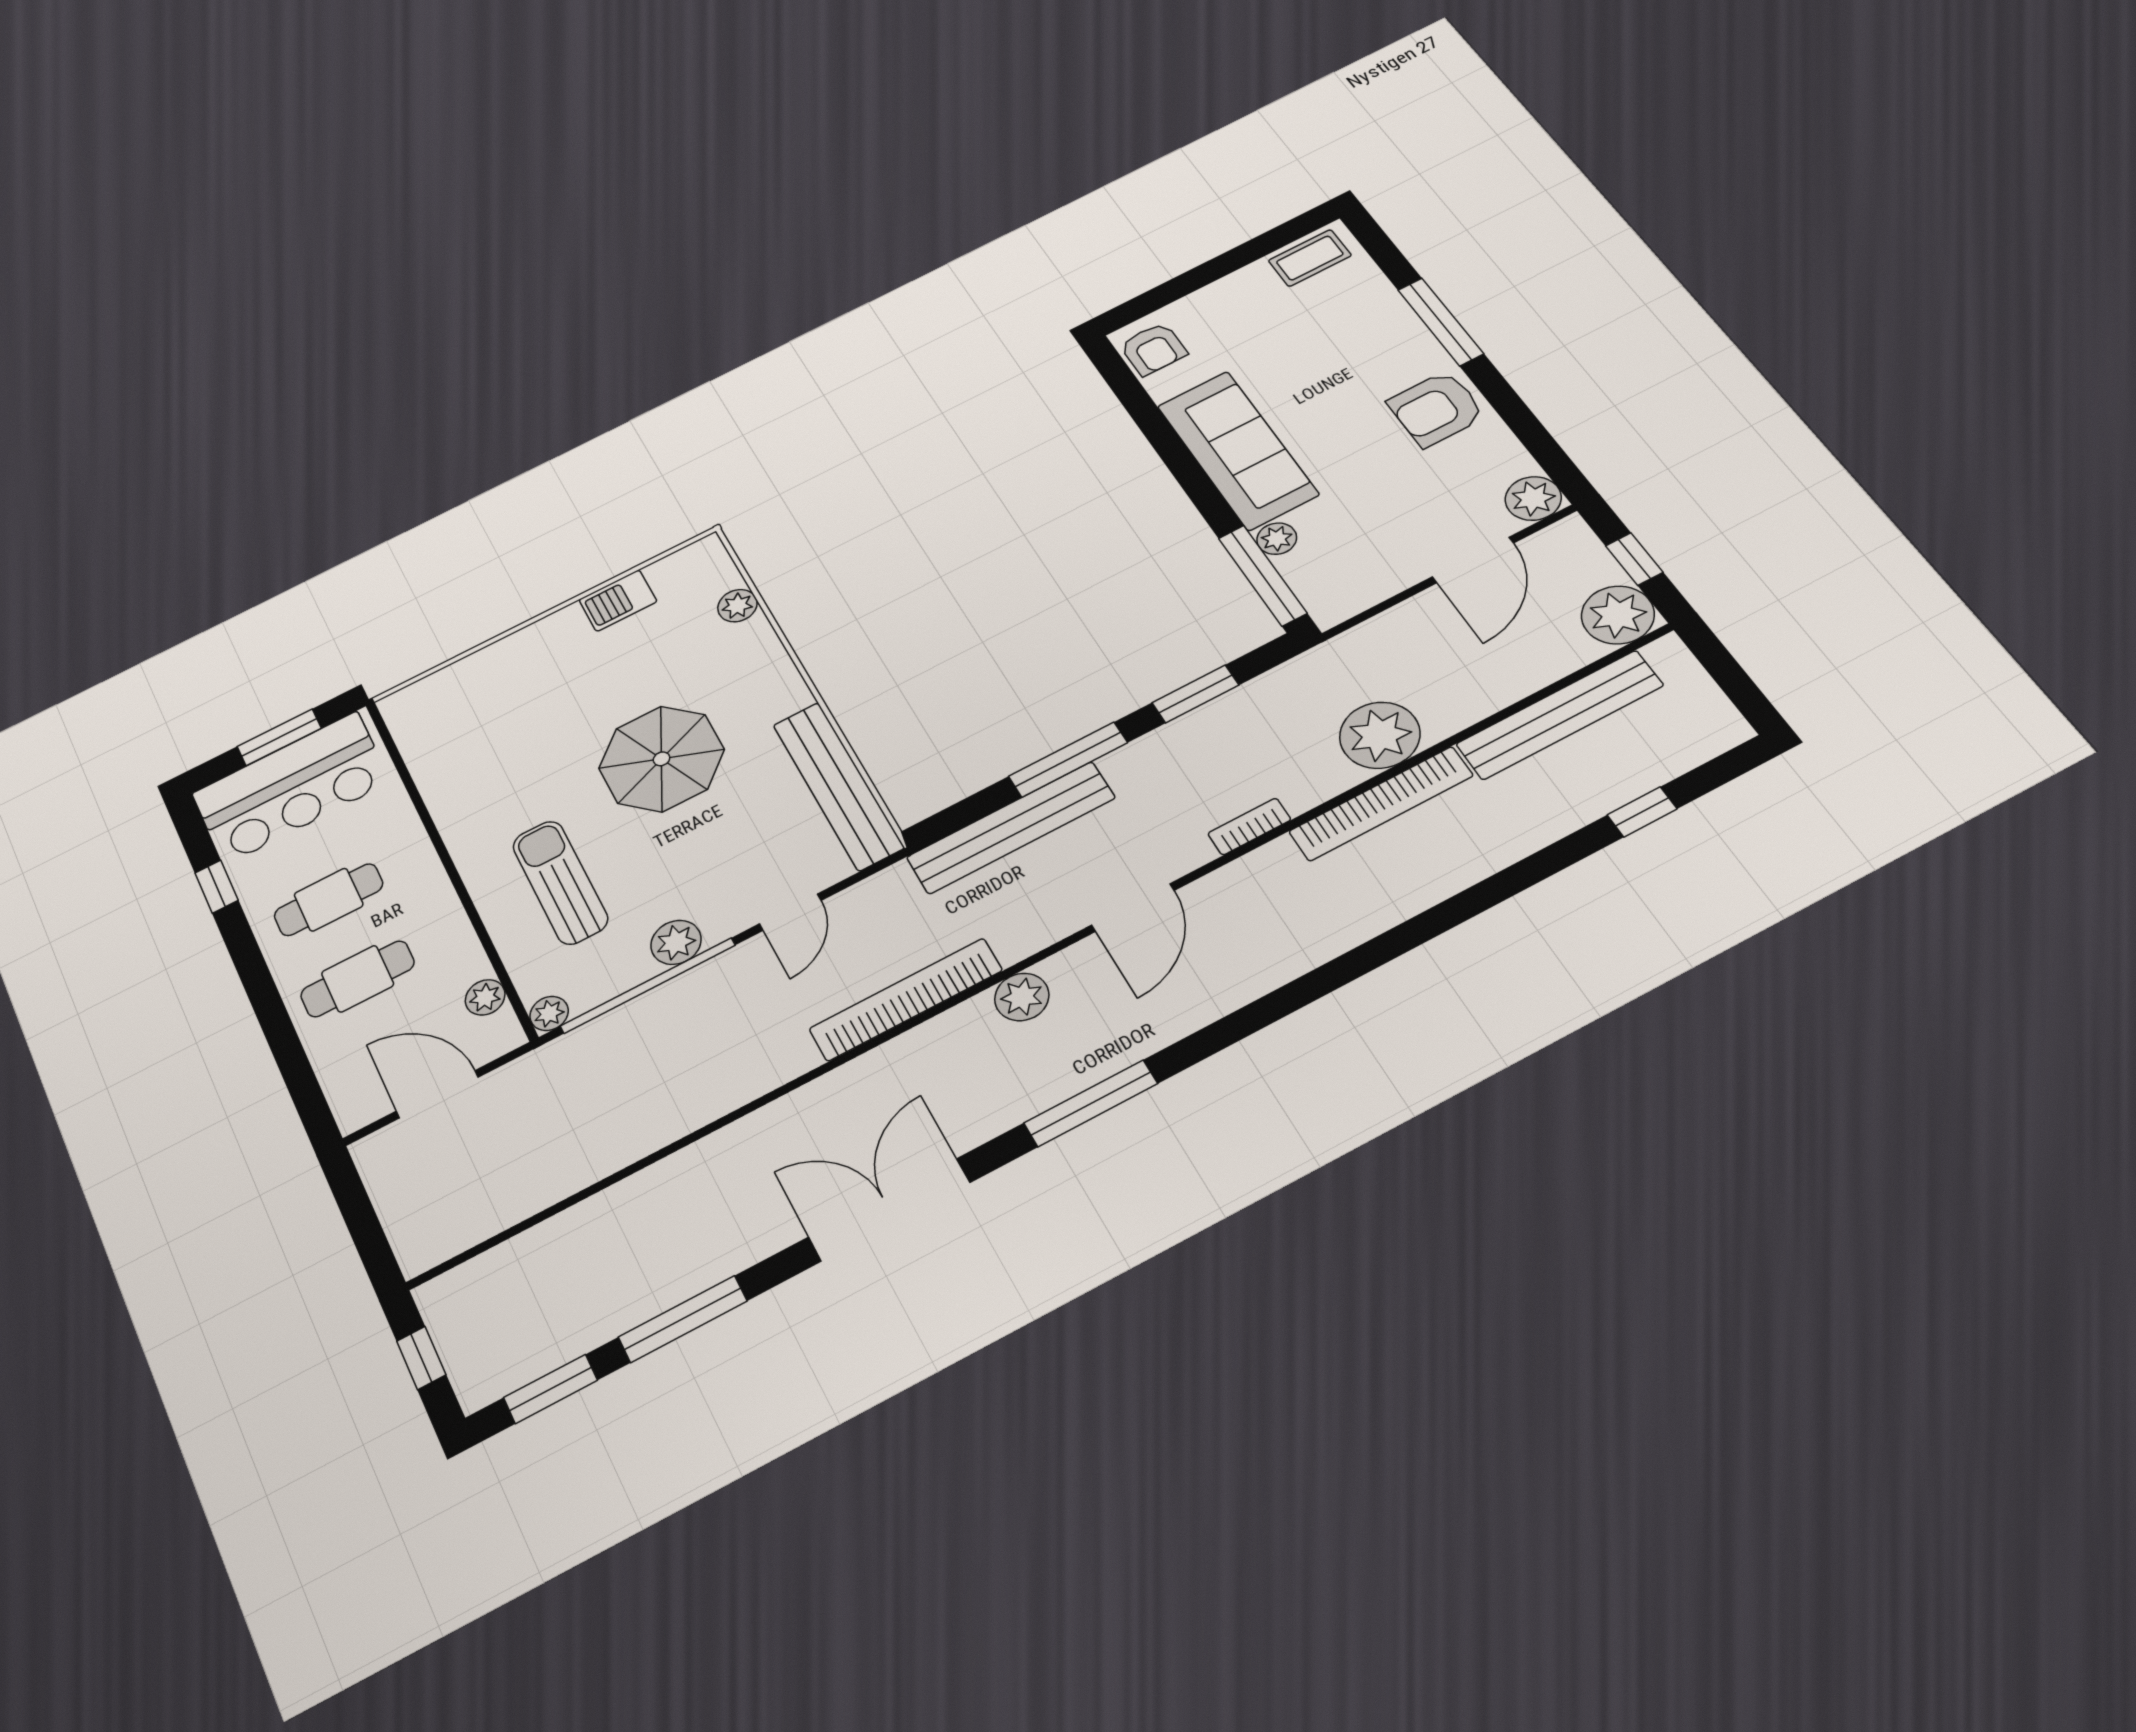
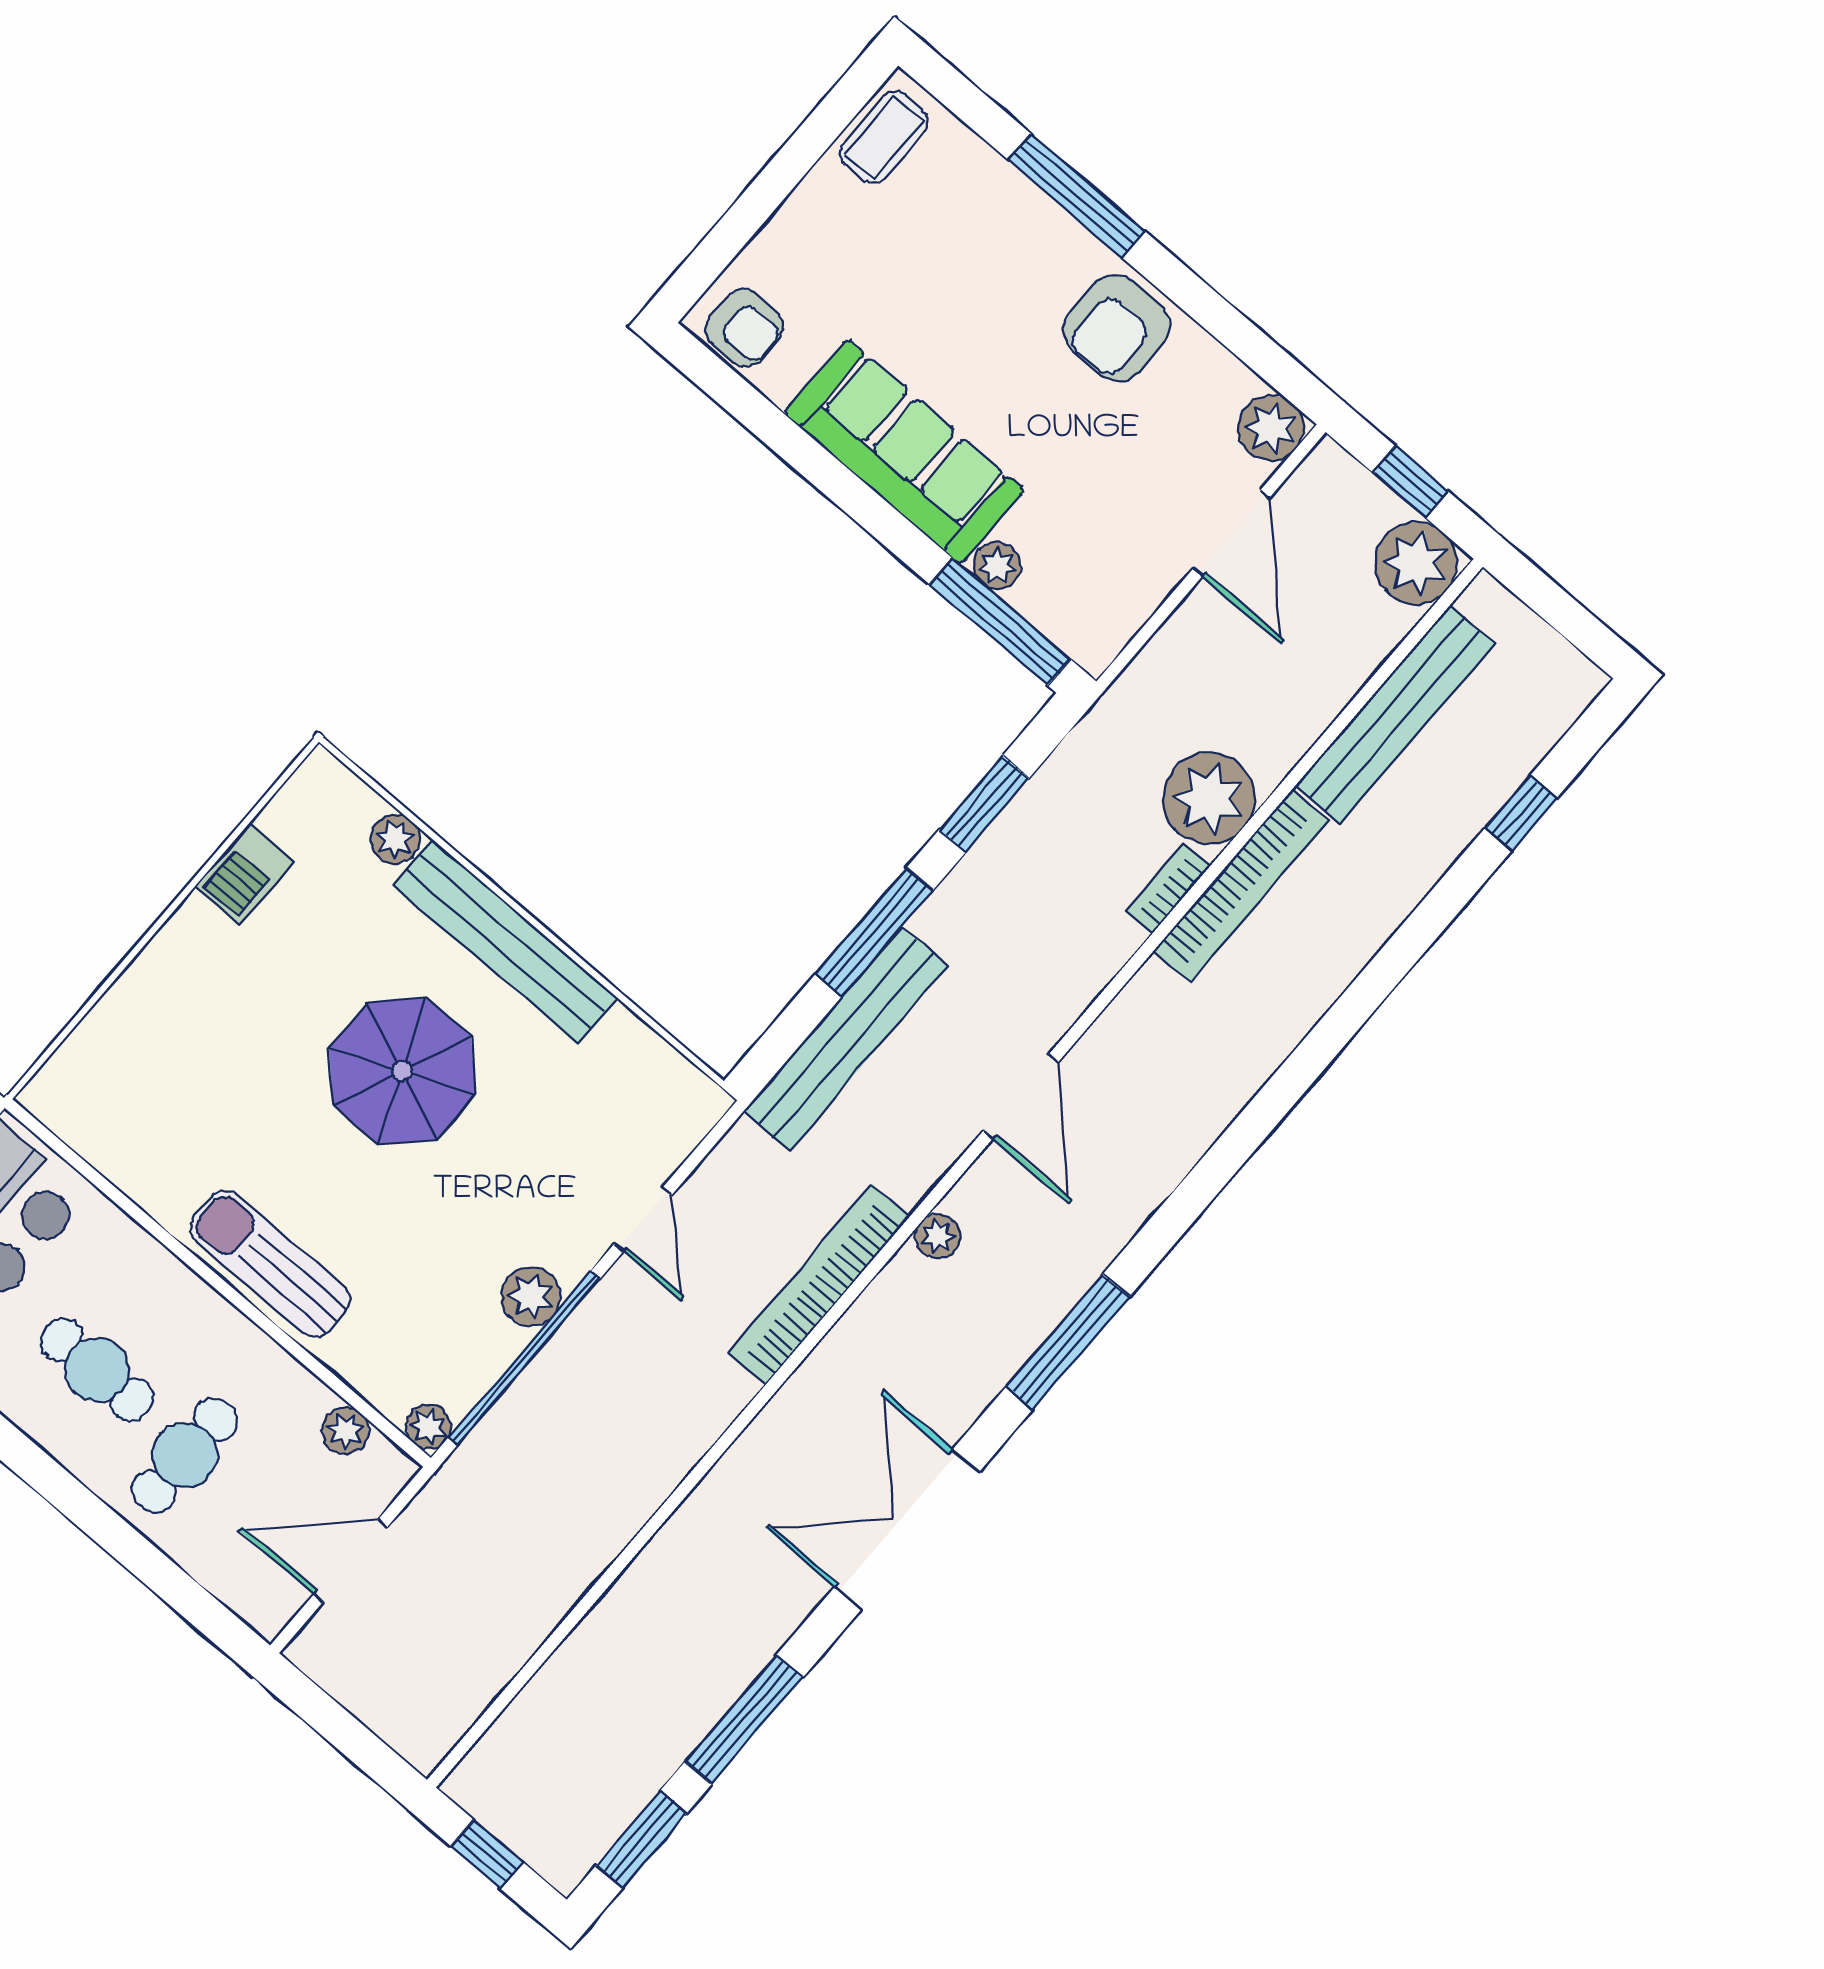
bench: (838, 786) -> (506, 942), moved
bookcase: (1249, 827) -> (1168, 888), moved
sun lounger: (560, 882) -> (270, 1264), moved
cafe table: (329, 900) -> (97, 1370), turned 90
plant: (1022, 997) -> (938, 1236), width x0.73, depth x0.73

